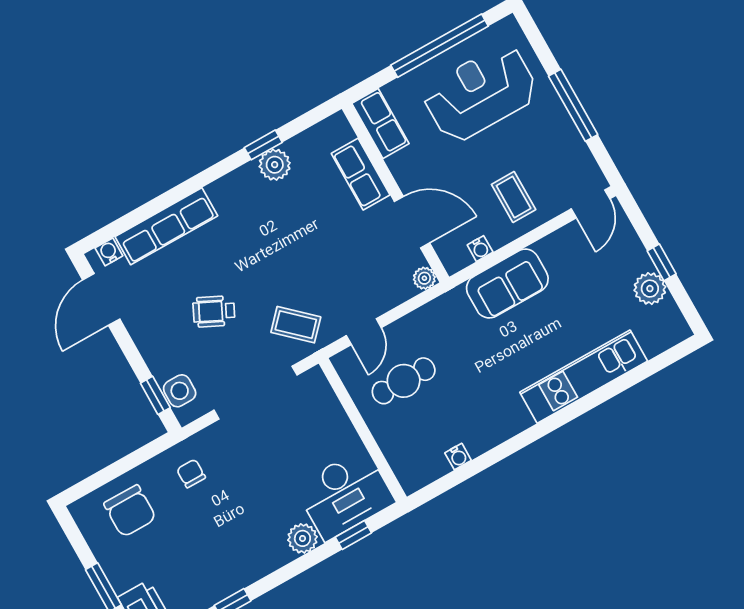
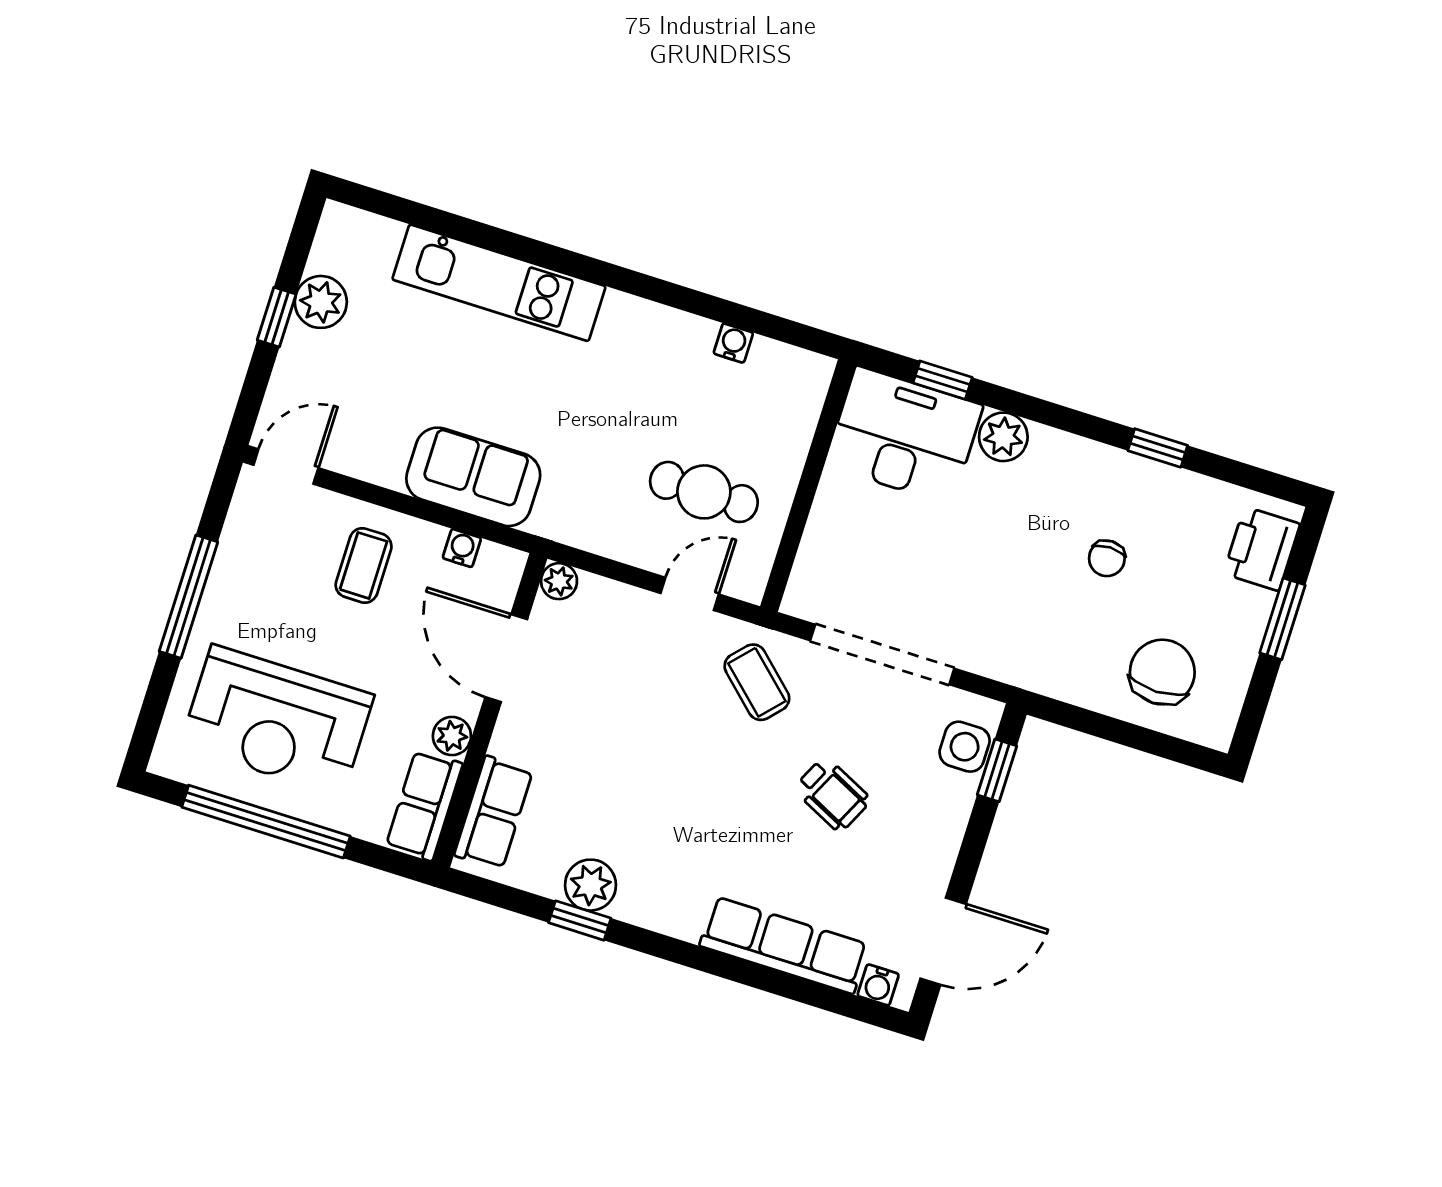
plant: (400, 165) -> (452, 736), added
row of seats: (361, 174) -> (494, 813), moved
chair: (191, 473) -> (1107, 558), moved

